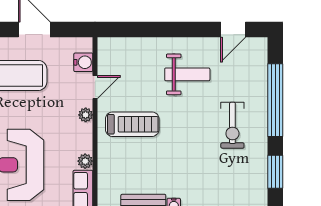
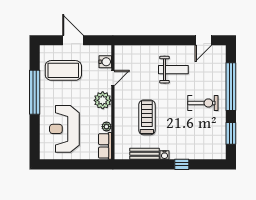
plant: (86, 115) -> (103, 100), width x1.88, depth x1.88
treadmill: (132, 124) -> (147, 117), moved, turned -90
exercise bike: (232, 125) -> (203, 103), turned -90

